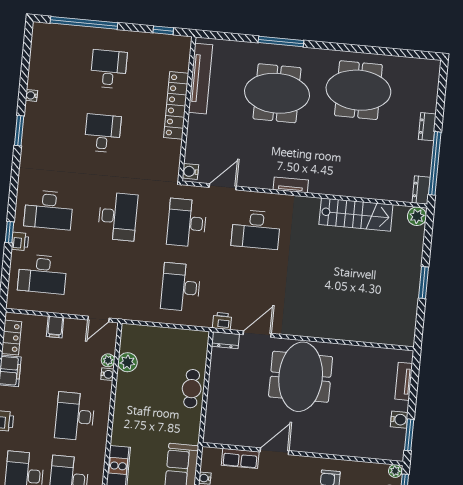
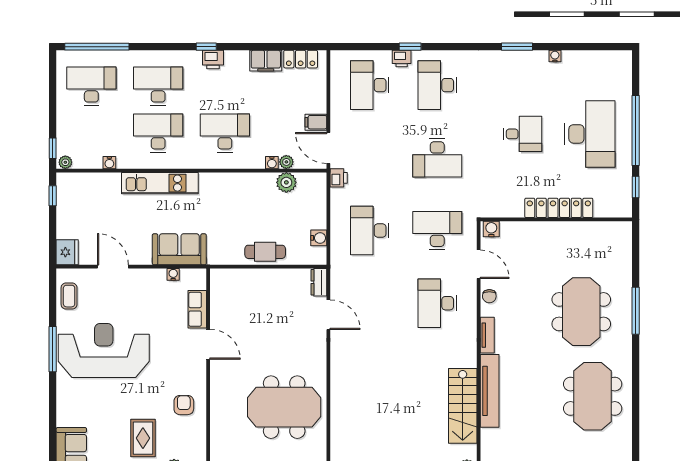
window: (84, 23) -> (636, 130), moved
desk: (109, 69) -> (590, 134), width x1.87, depth x1.30
tv unit: (200, 79) -> (490, 391), moved, turned -90
chair: (254, 179) -> (489, 296), added
desk: (181, 287) -> (370, 230), turned -90
door: (98, 319) -> (328, 148), width x1.38
printer: (222, 321) -> (339, 178), moved
filing cabinet: (55, 327) -> (316, 122), moved
water cooler: (183, 336) -> (319, 238), added
meeting table: (301, 377) -> (284, 407), moved

